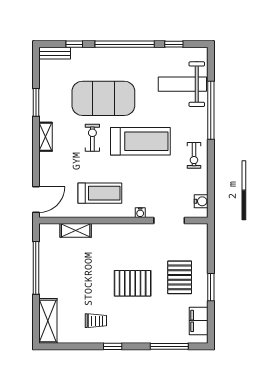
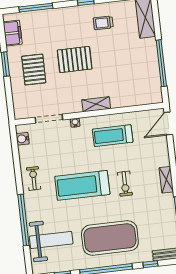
exercise mat: (103, 98) -> (110, 238), moved
shelving: (76, 230) -> (96, 104), moved

